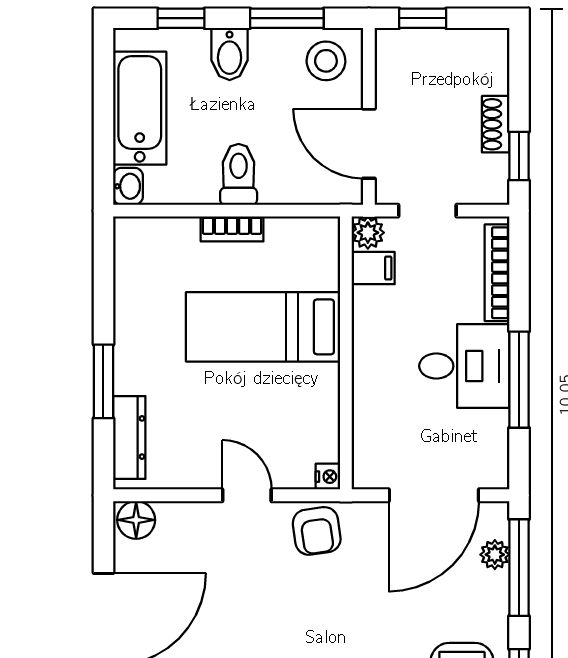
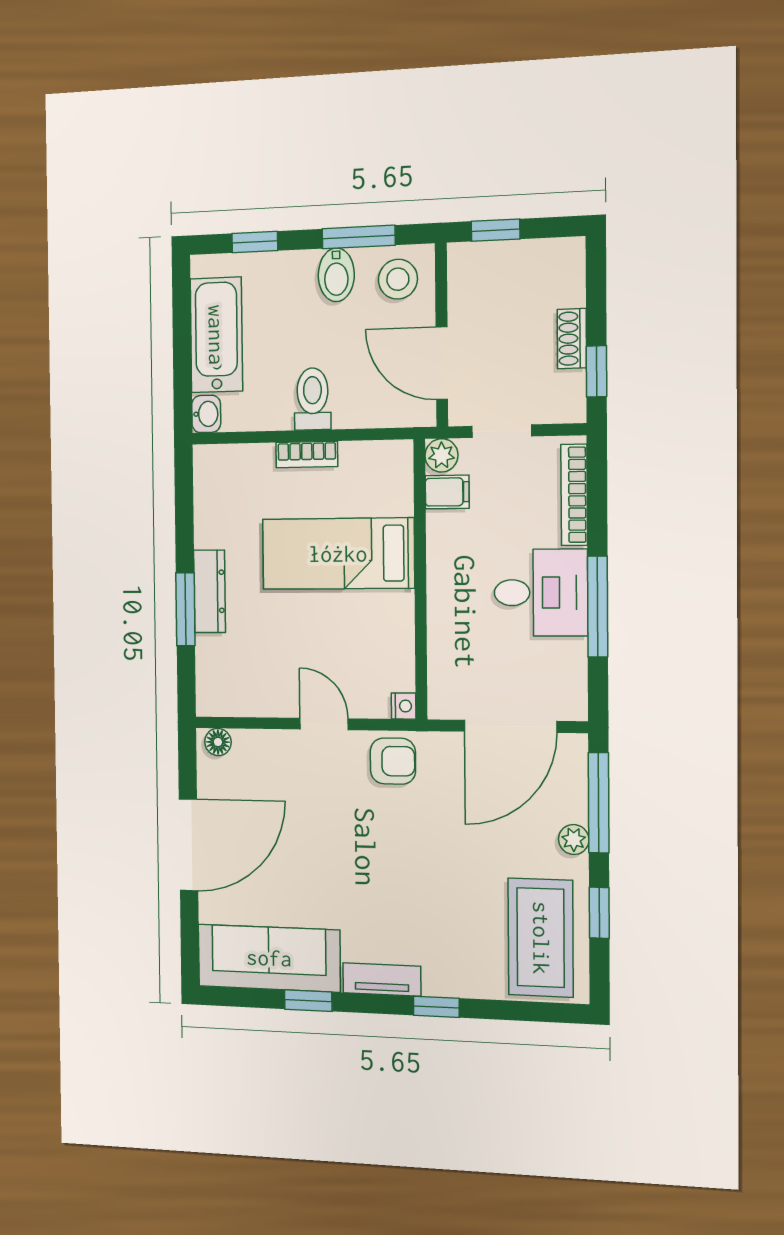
bidet: (230, 54) -> (336, 275), moved
dresser: (129, 438) -> (210, 591), moved
floor lamp: (136, 520) -> (218, 742), width x0.73, depth x0.73
armchair: (317, 531) -> (393, 761), turned -82
plant: (495, 555) -> (574, 840), moved

